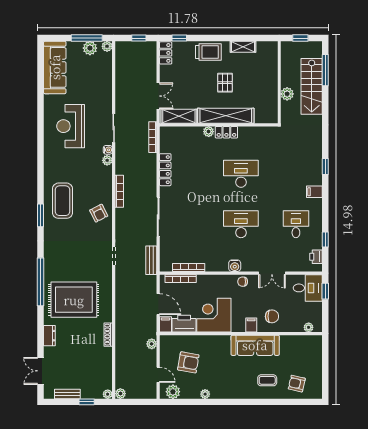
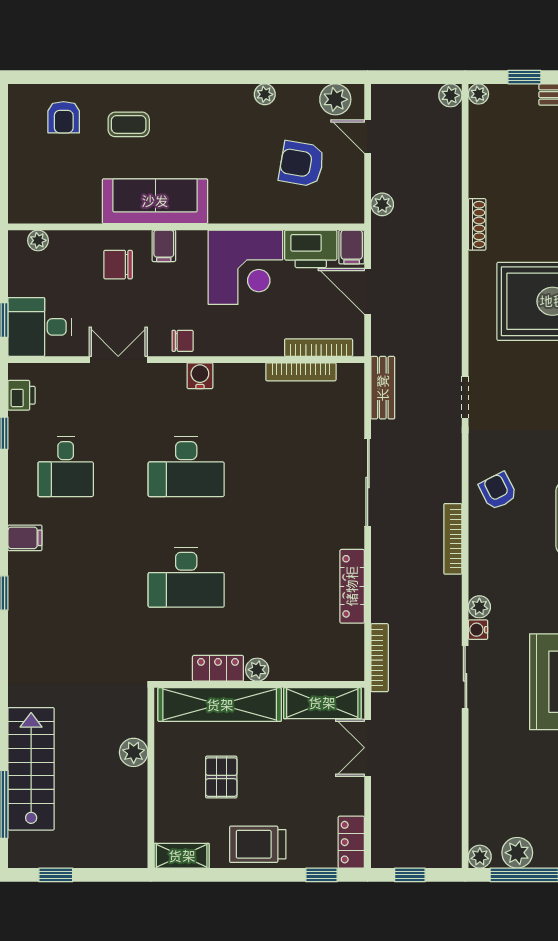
wall: (279, 82) -> (151, 778), moved
plant: (287, 94) -> (134, 752), moved
armchair: (297, 384) -> (64, 117), turned 77

